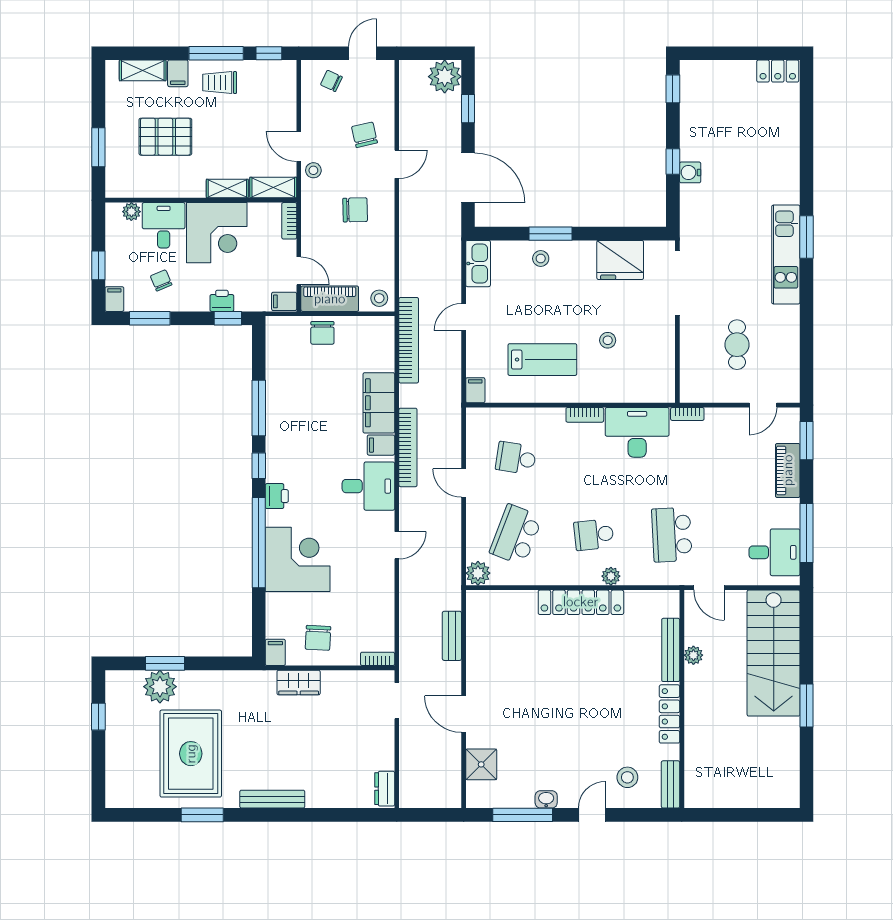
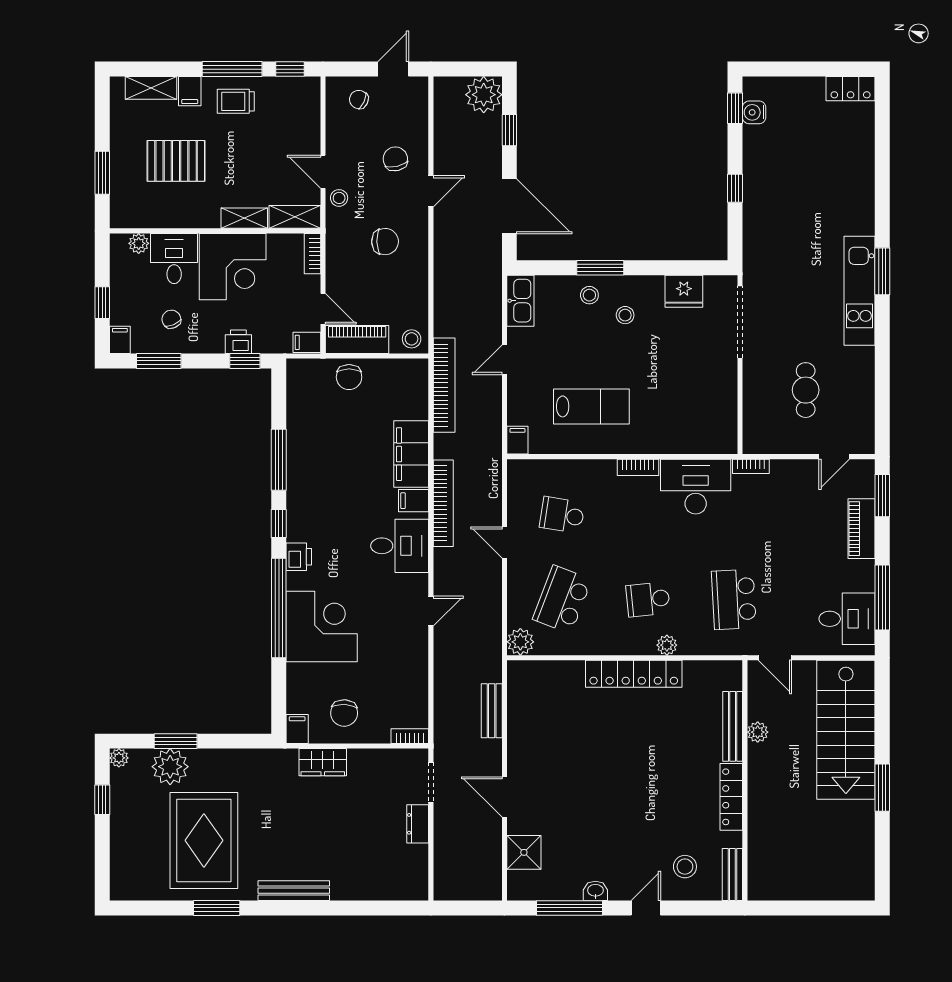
water cooler: (690, 172) -> (754, 112), moved
fridge: (620, 260) -> (684, 291), width x0.73, depth x0.75
stool: (608, 340) -> (625, 315), moved
plant: (114, 679) -> (119, 758), added
dresser: (385, 789) -> (418, 824), moved

